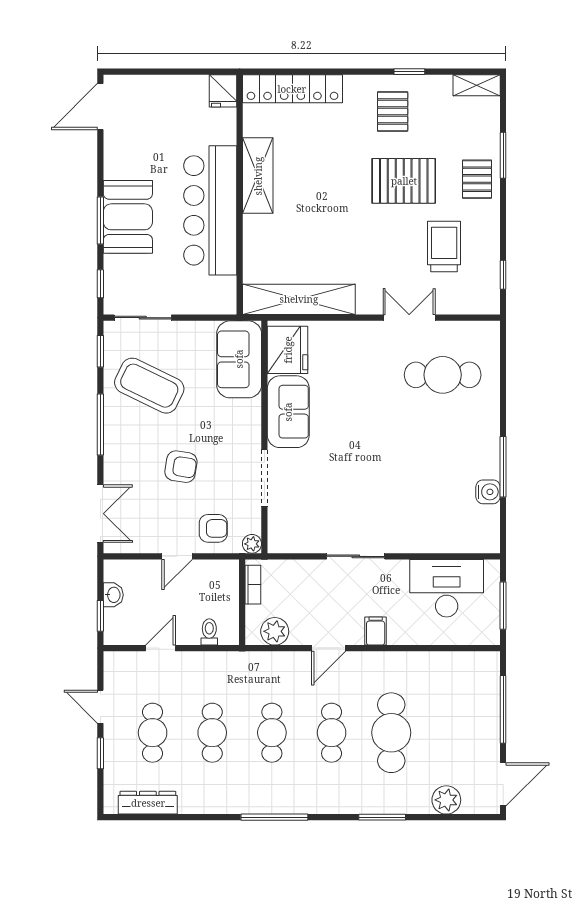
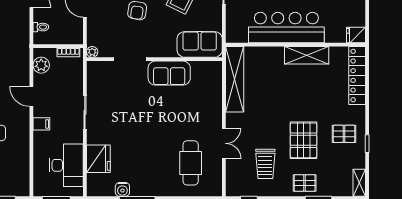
trolley: (444, 246) -> (265, 164), turned 90
fridge: (288, 350) -> (98, 159), moved, turned -90
armchair: (213, 528) -> (101, 29), removed

